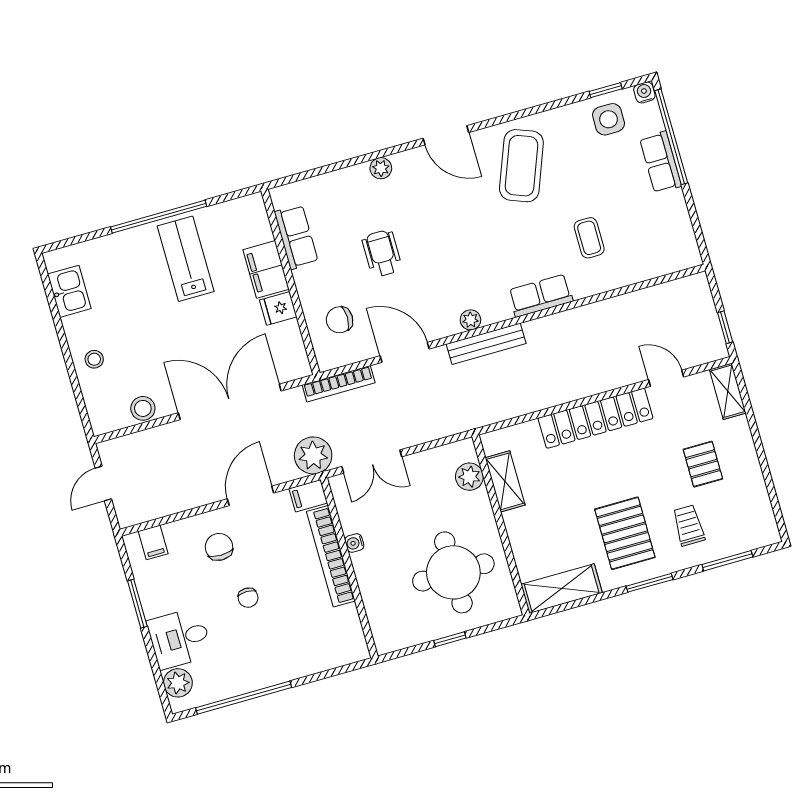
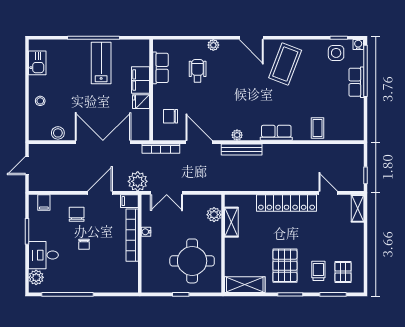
coffee table: (589, 238) -> (317, 128), moved
wheelchair: (382, 253) -> (198, 71), moved
pallet: (703, 464) -> (343, 272), moved

